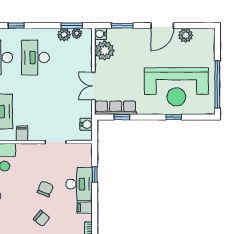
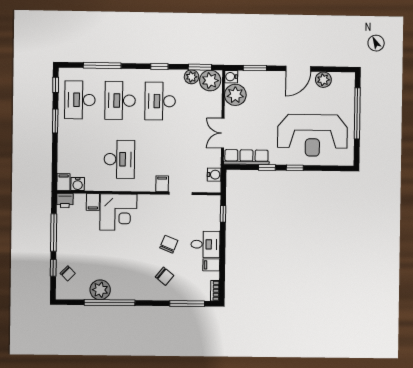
window: (16, 26) -> (159, 66), moved
plant: (77, 33) -> (210, 80), width x1.87, depth x1.87
window: (217, 84) -> (357, 113), moved
window: (122, 117) -> (267, 167), moved
window: (174, 117) -> (295, 168), moved
filing cabinet: (22, 133) -> (162, 184), moved
window: (95, 175) -> (223, 214), moved
desk: (79, 184) -> (205, 244), width x0.73

